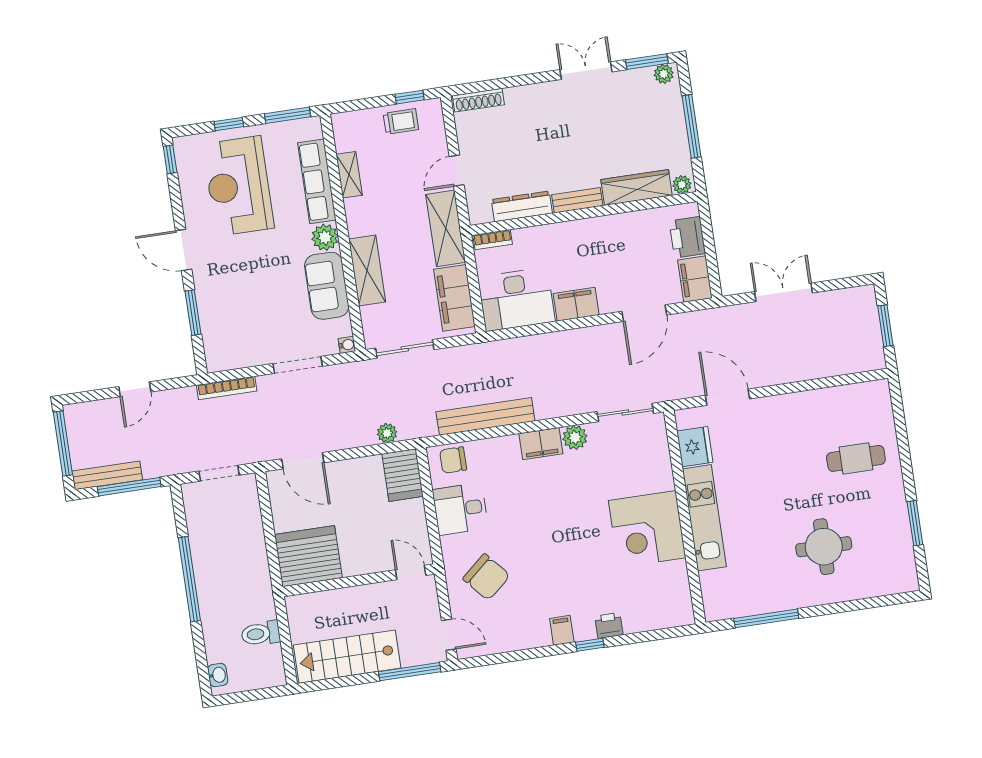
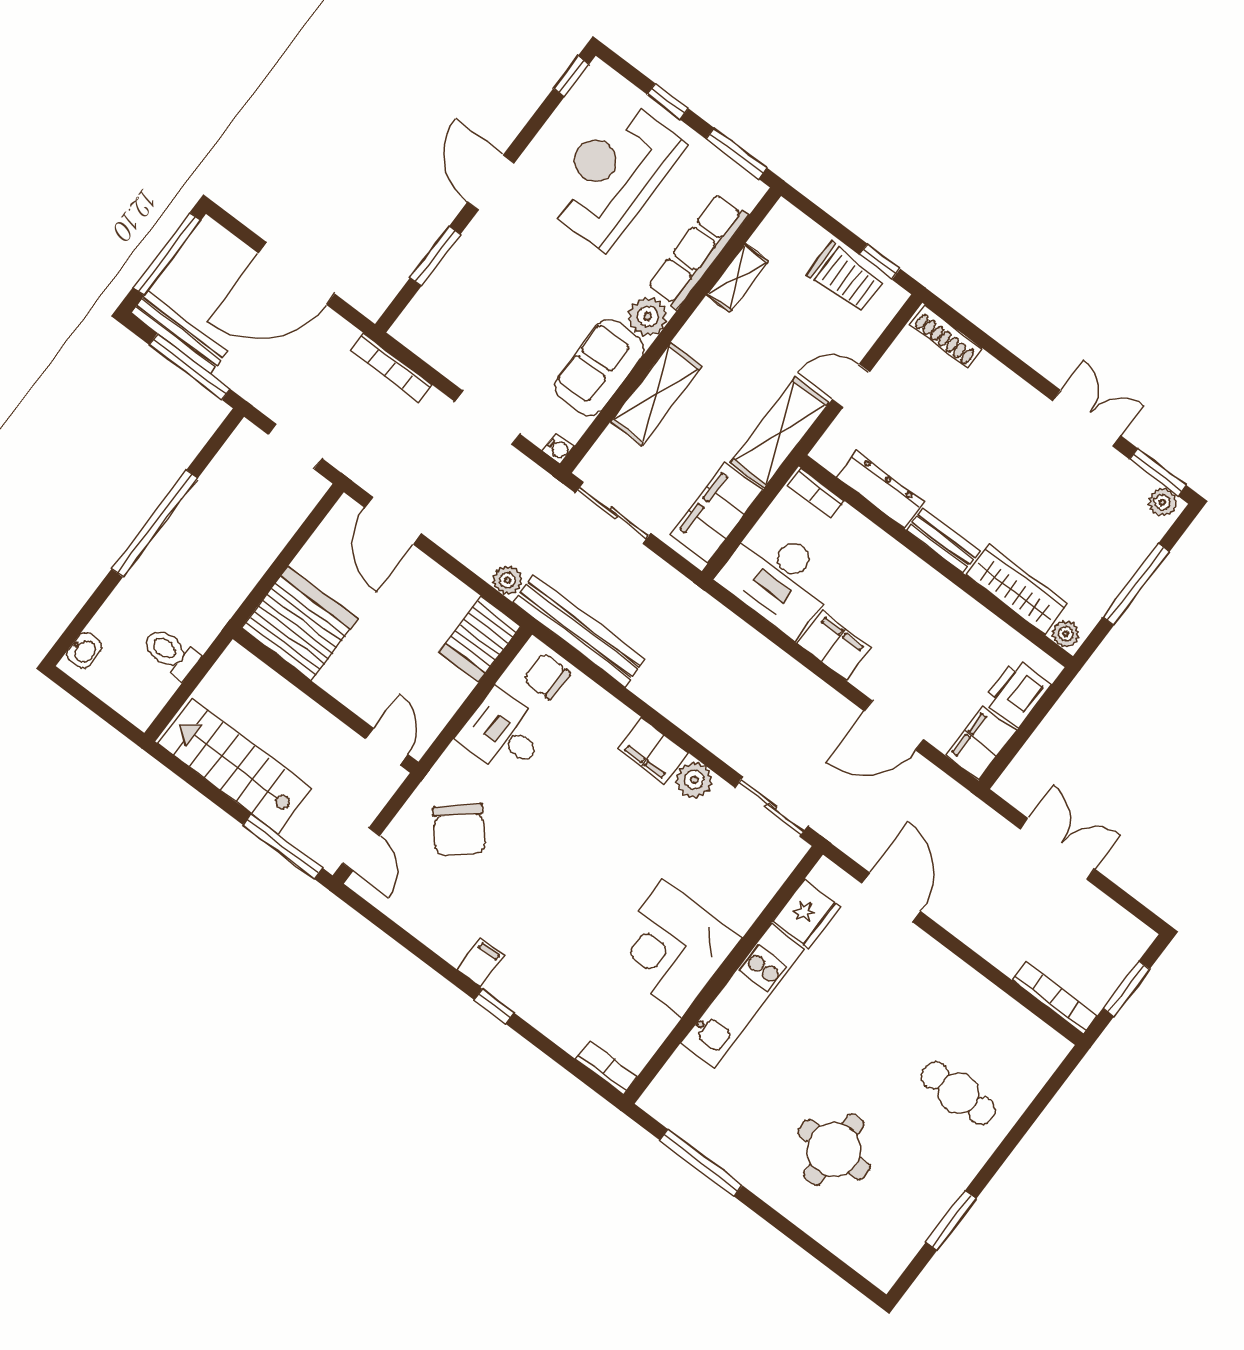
trolley: (401, 121) -> (845, 277), width x1.36, depth x1.39
bookcase: (855, 365) -> (1054, 998), added
door: (135, 389) -> (297, 273), width x1.87
bench: (485, 416) -> (579, 631), moved
bookcase: (675, 619) -> (607, 1068), added
printer: (609, 626) -> (533, 1006), removed

